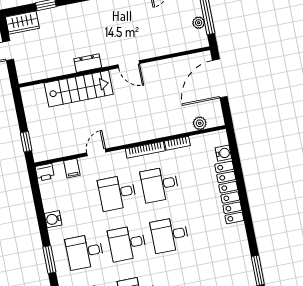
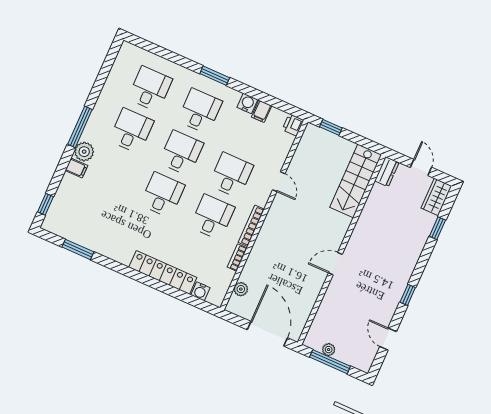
dresser: (88, 63) -> (387, 172), moved
stairs: (79, 89) -> (356, 181), moved
filing cabinet: (72, 168) -> (262, 111), moved, turned -90

